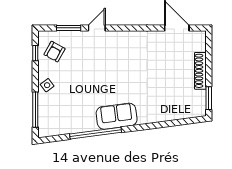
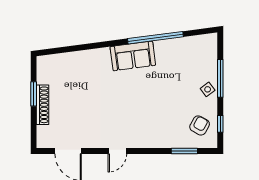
door: (97, 28) -> (117, 151), moved
window: (209, 98) -> (34, 94), moved
window: (35, 110) -> (220, 78), moved

